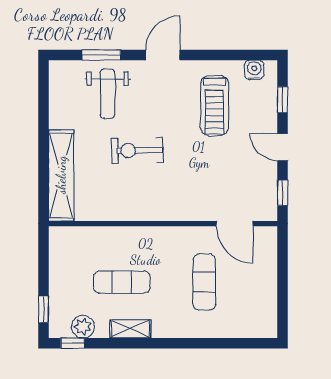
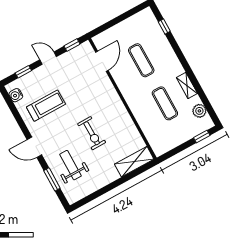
weight bench: (108, 94) -> (70, 165), turned -90
door: (283, 147) -> (48, 58), swing flipped
shelving: (61, 175) -> (134, 162), width x0.68
exercise mat: (204, 282) -> (141, 60), turned 90
window: (73, 343) -> (164, 27), moved

